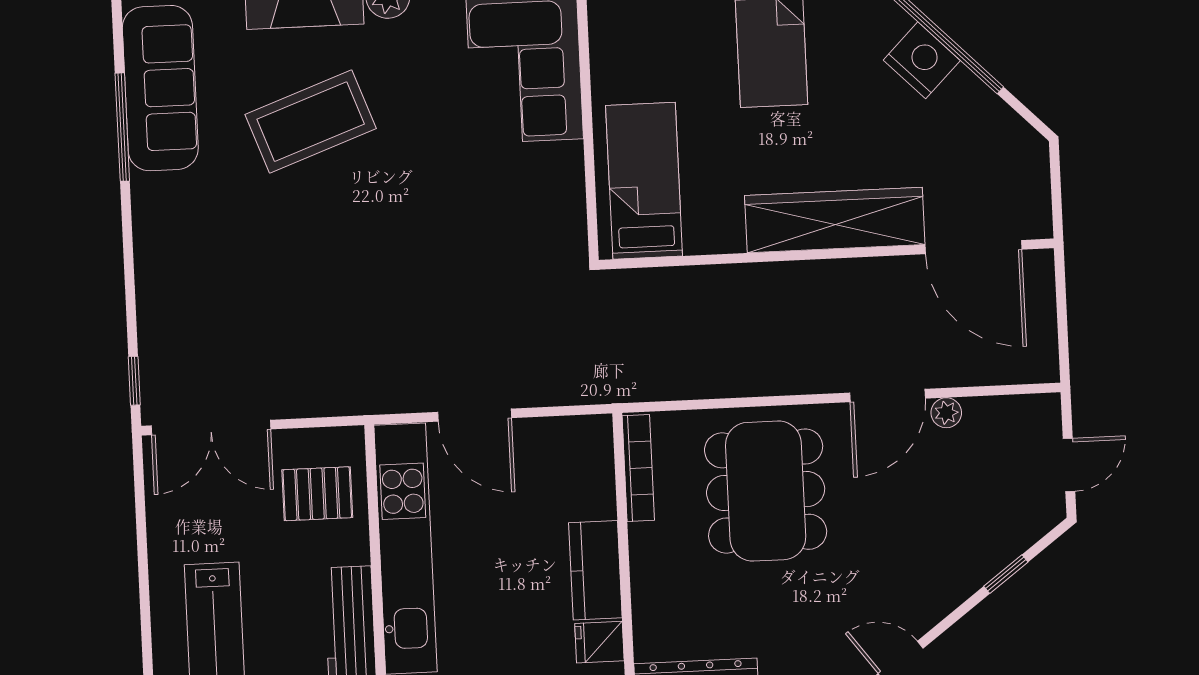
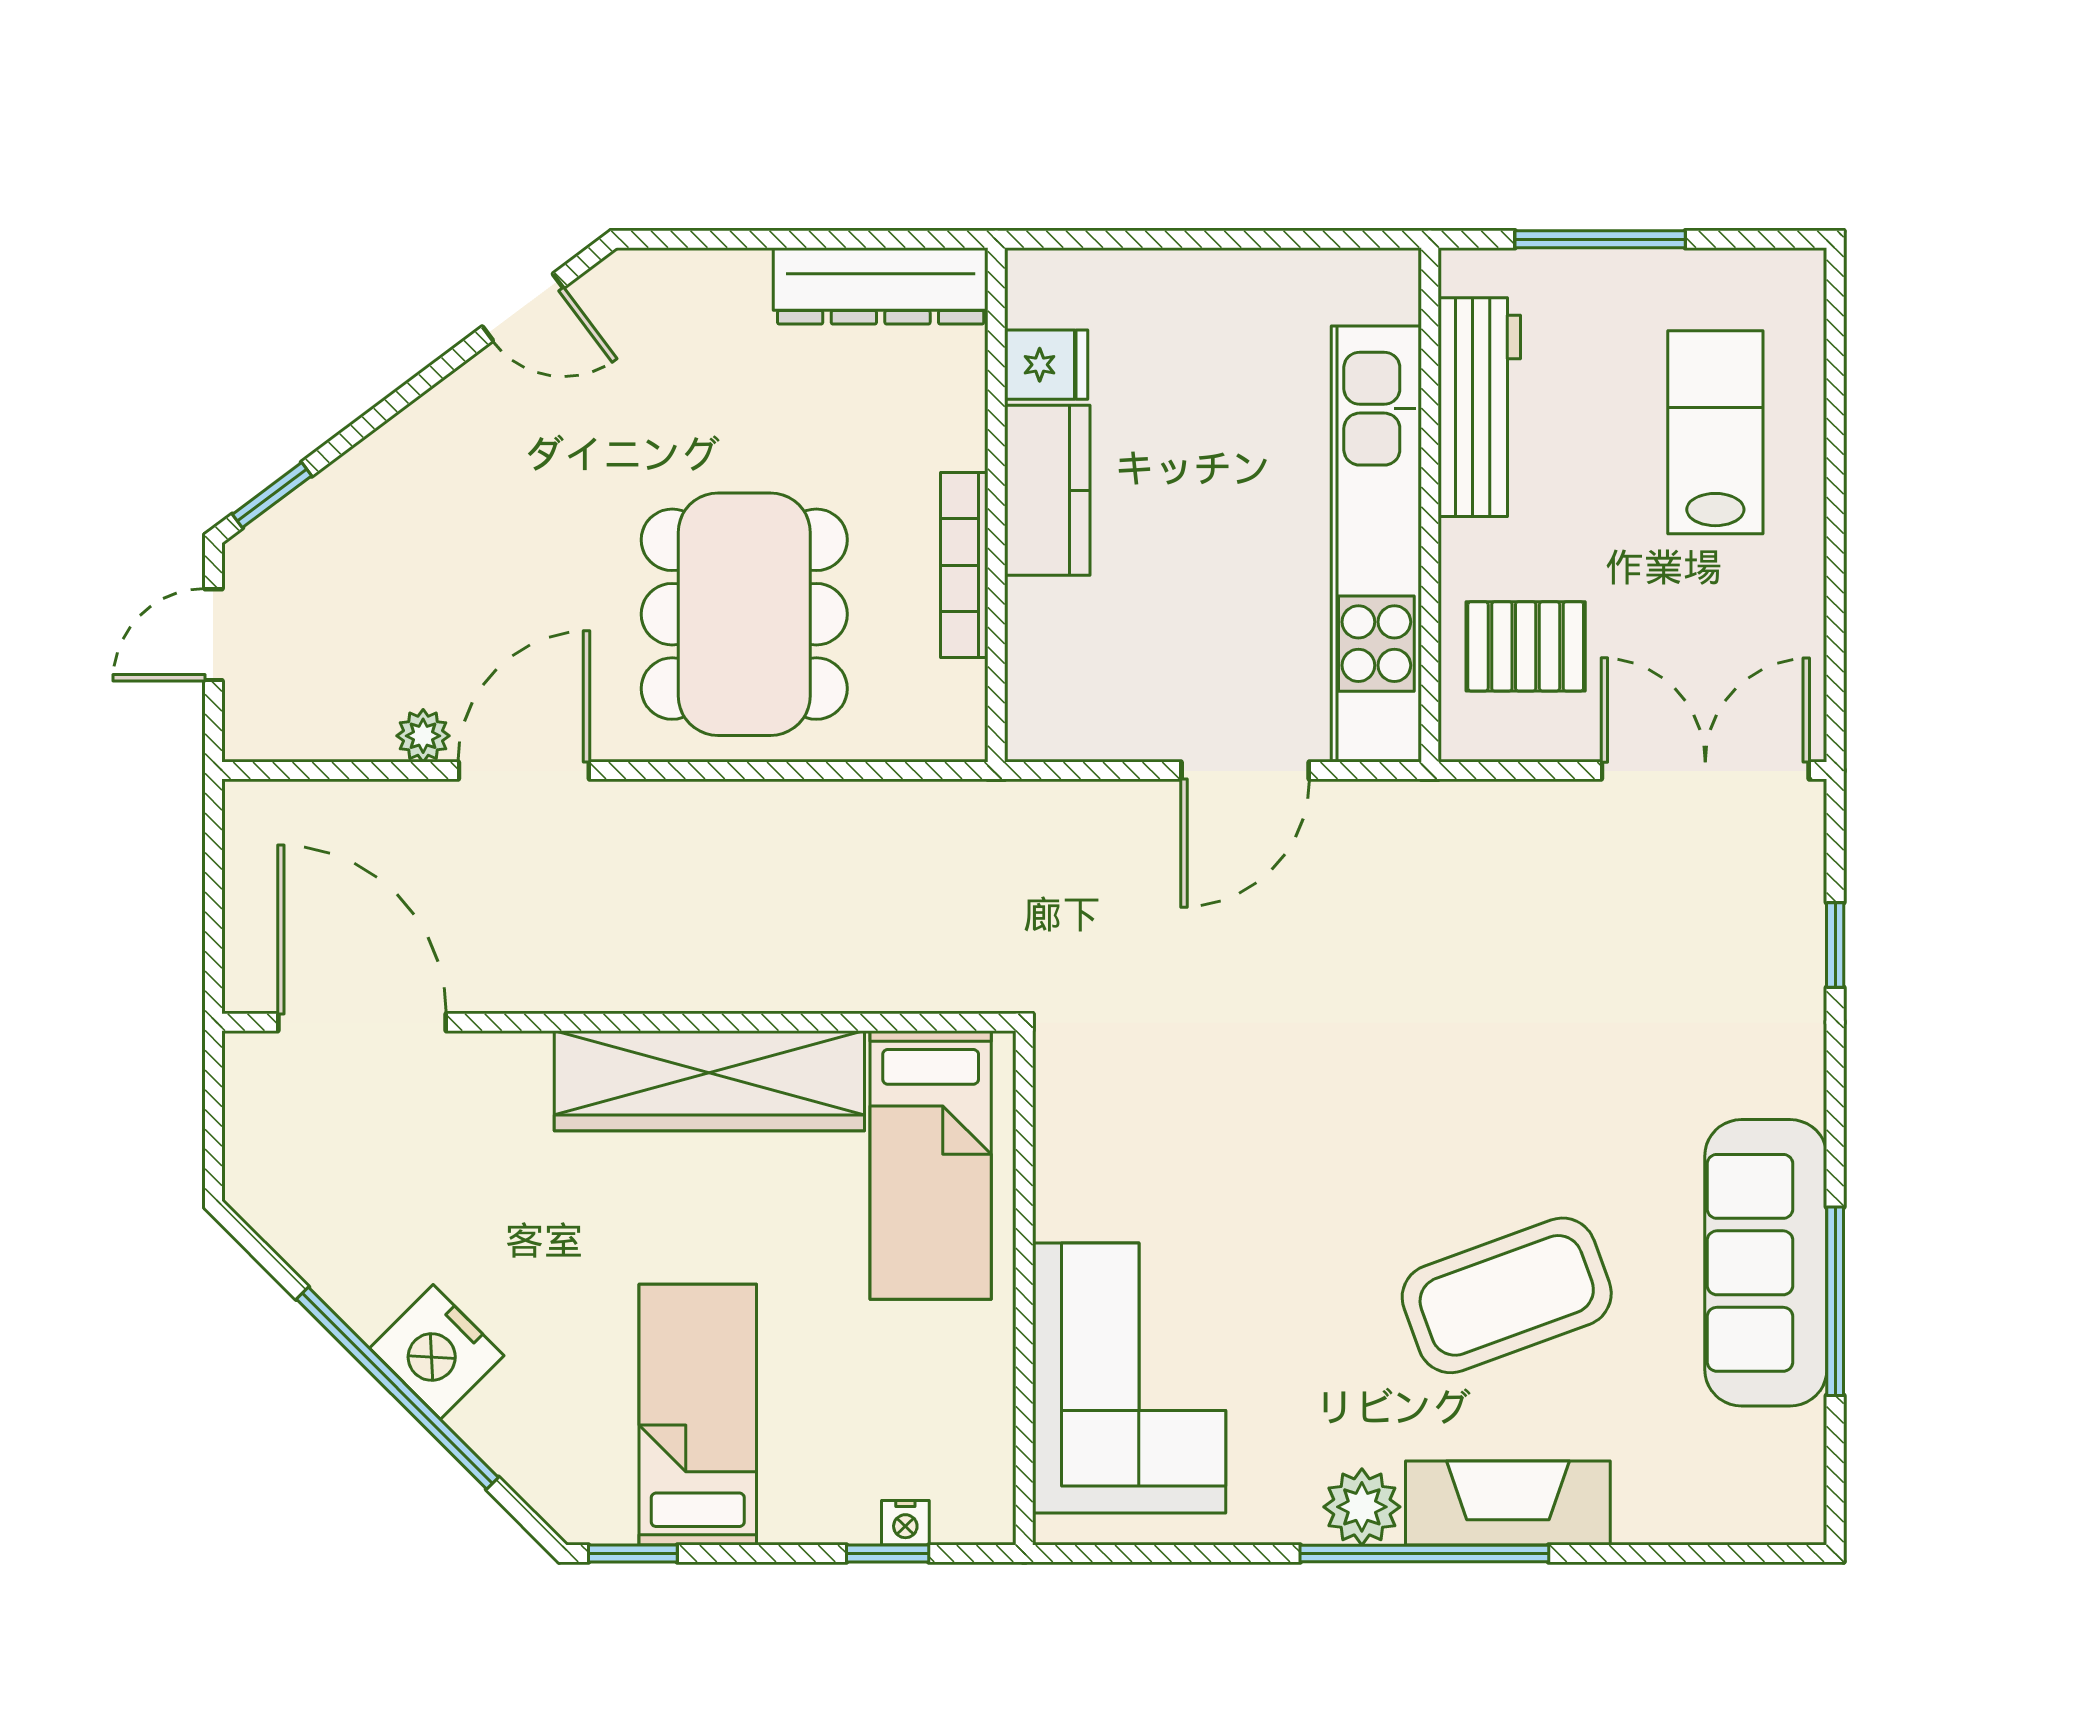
sofa: (160, 88) -> (1766, 1263), moved
wardrobe: (835, 220) -> (709, 1081), moved
window: (134, 381) -> (1835, 945), moved
door: (475, 415) -> (1245, 771), swing flipped
bookcase: (638, 468) -> (964, 565), moved
window: (1006, 574) -> (272, 495), moved

